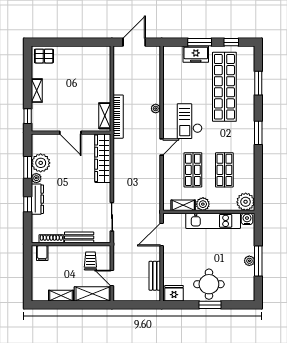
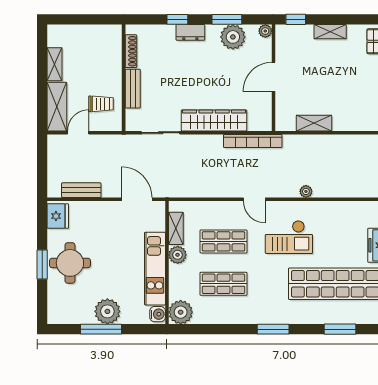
shelving: (105, 116) -> (314, 123), moved
bookcase: (118, 117) -> (253, 141), moved
checkout: (190, 121) -> (289, 237), turned 180
wardrobe: (103, 158) -> (214, 120), moved
plant: (36, 178) -> (265, 31), moved
dresser: (37, 199) -> (190, 32), width x0.70
filing cabinet: (42, 253) -> (112, 39), removed
plant: (249, 261) -> (107, 311), width x1.88, depth x1.88

